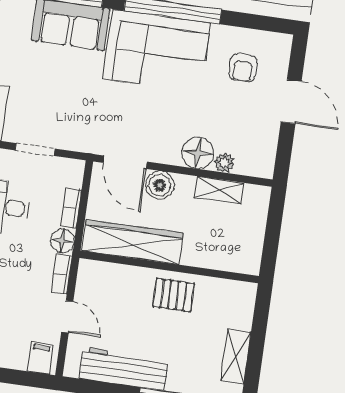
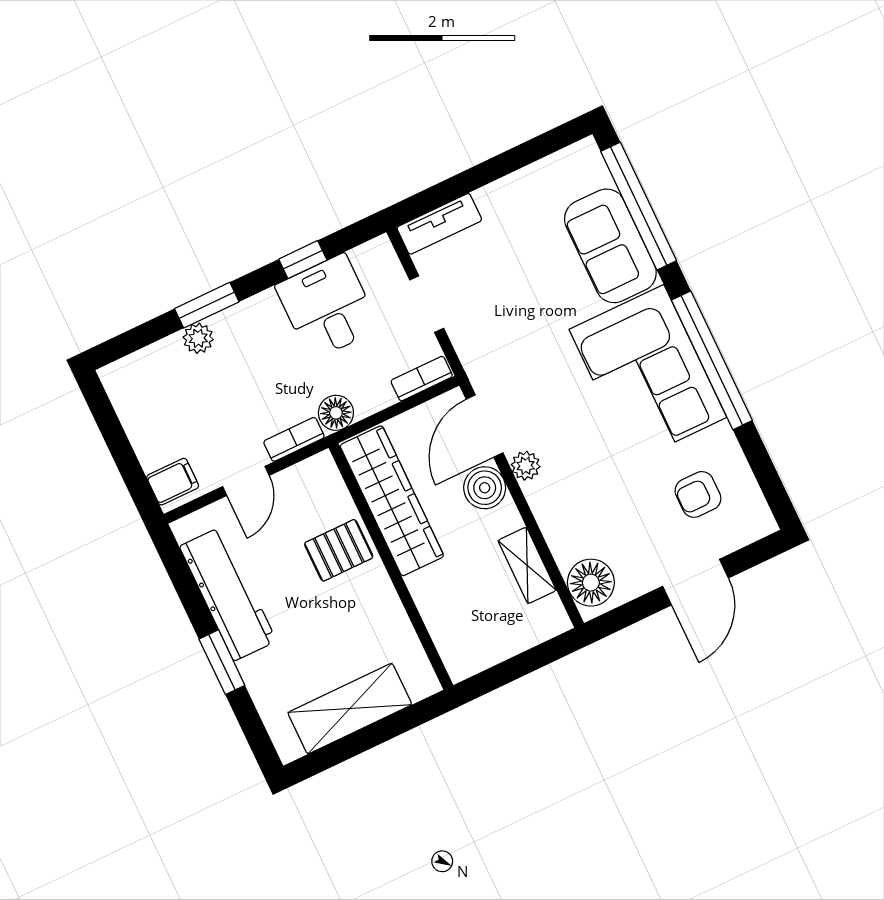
floor lamp: (198, 153) -> (591, 583), moved
plant: (224, 163) -> (526, 466), moved
bookcase: (71, 208) -> (422, 379), moved
pallet: (173, 295) -> (339, 550), moved, turned 90
shelving: (236, 356) -> (350, 709), width x1.50, depth x1.33

